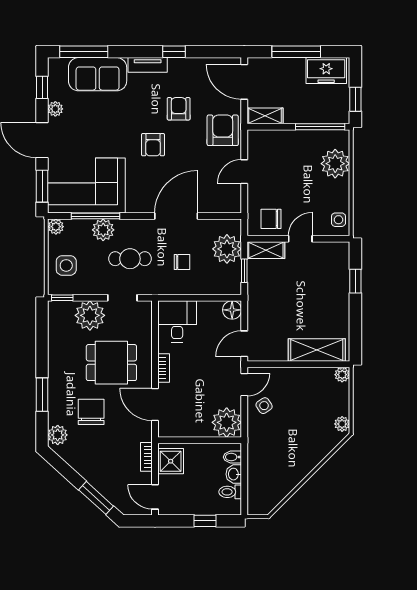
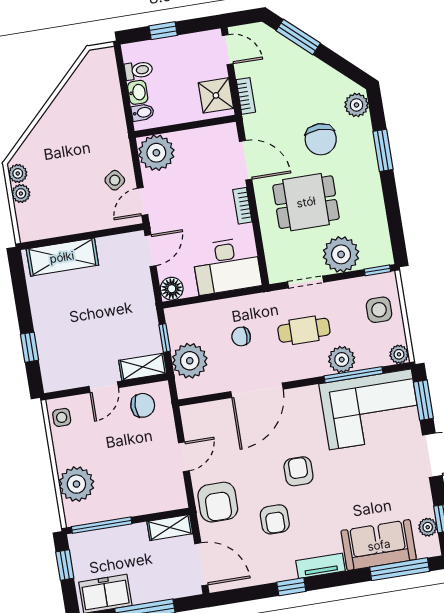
plant: (55, 109) -> (428, 527), moved
desk: (177, 321) -> (227, 266), width x1.37
plant: (342, 375) -> (21, 193), moved

